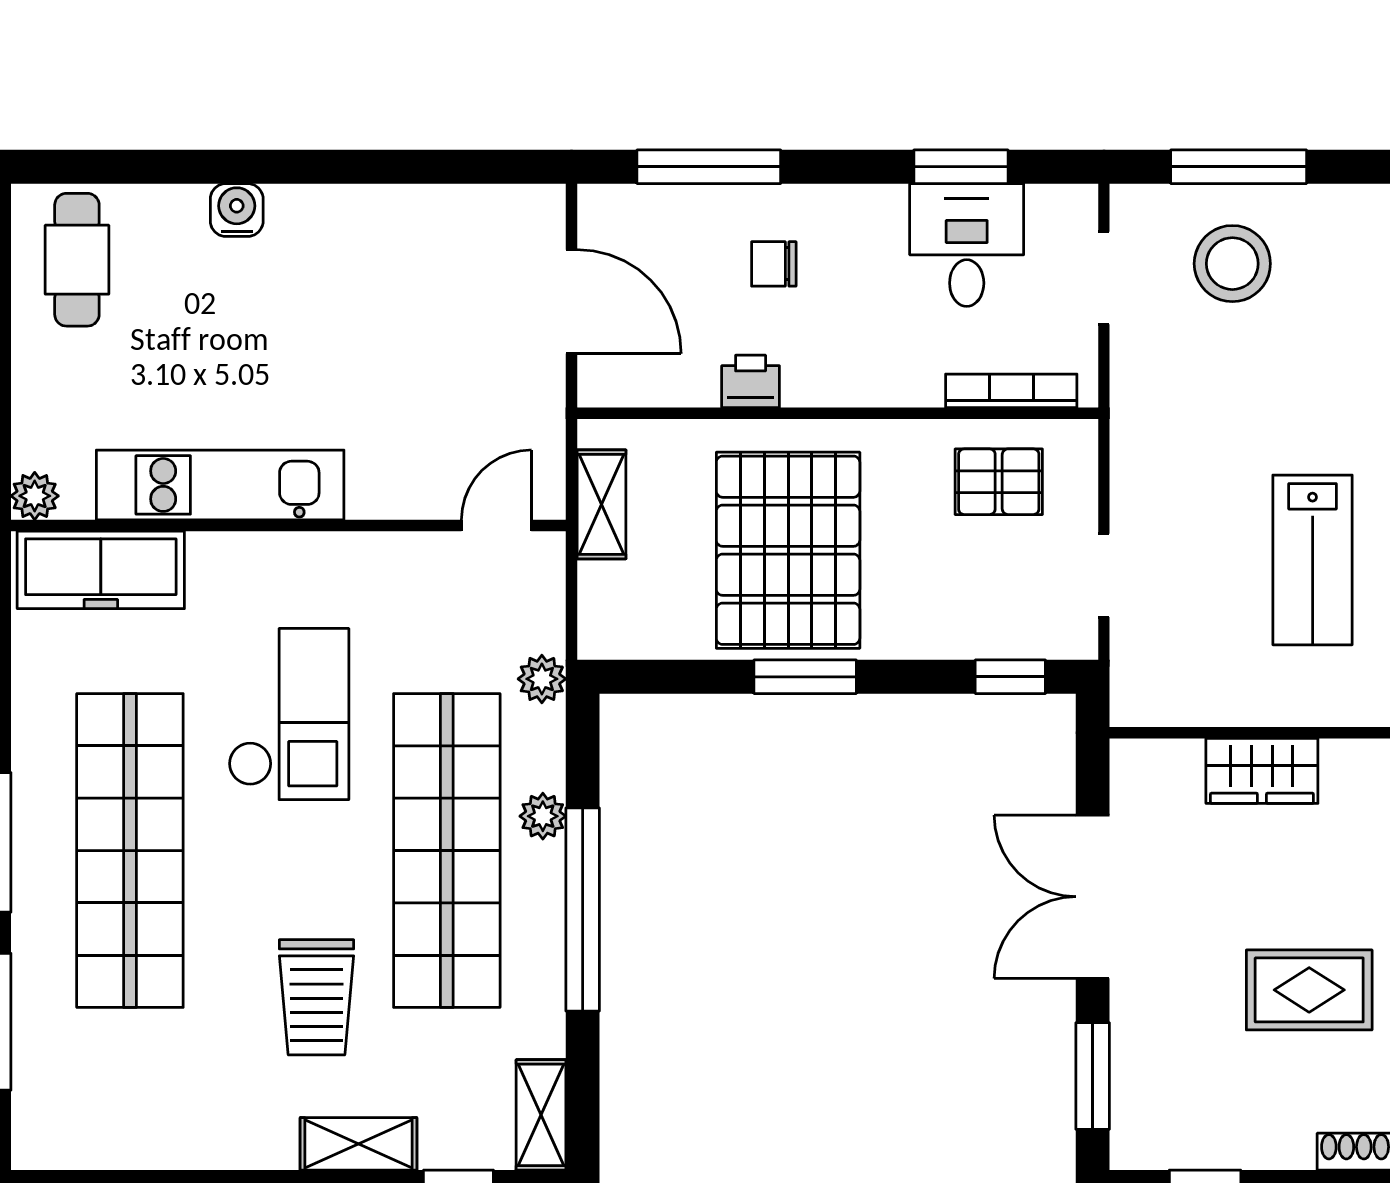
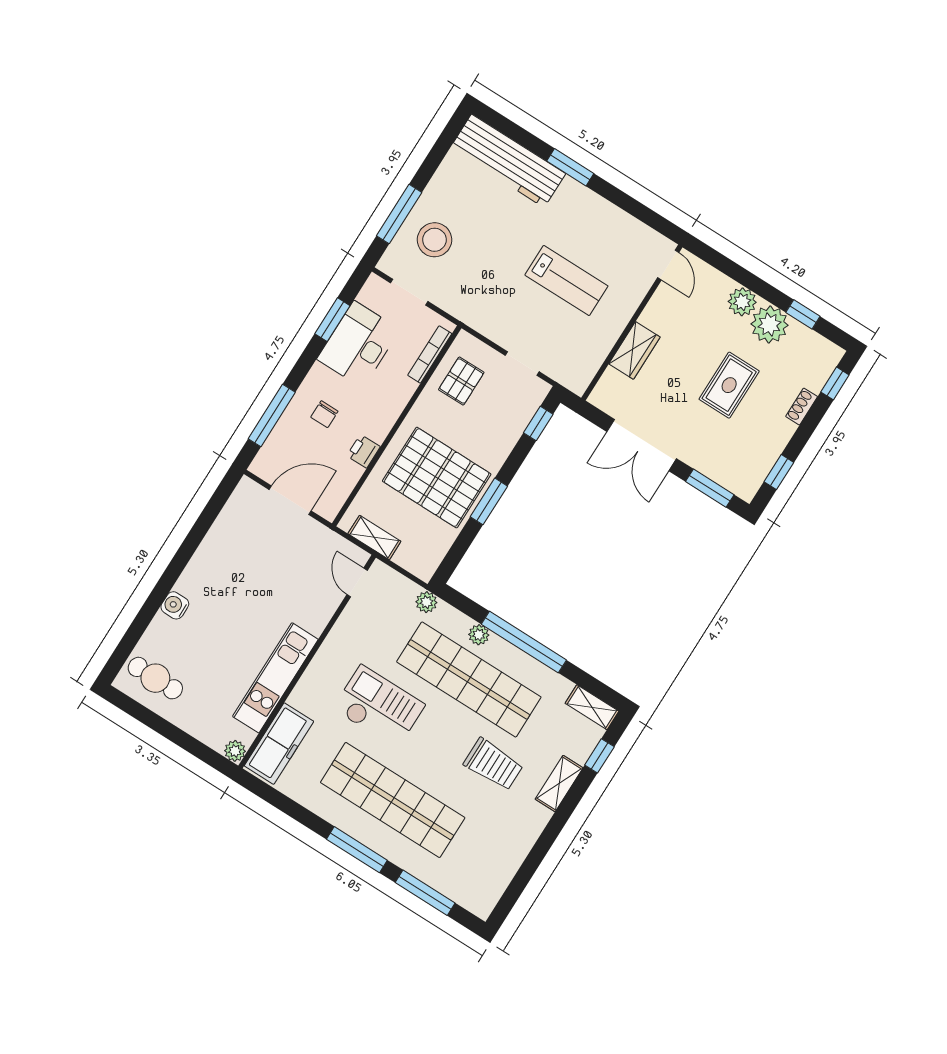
desk: (967, 245) -> (358, 344), width x1.37

